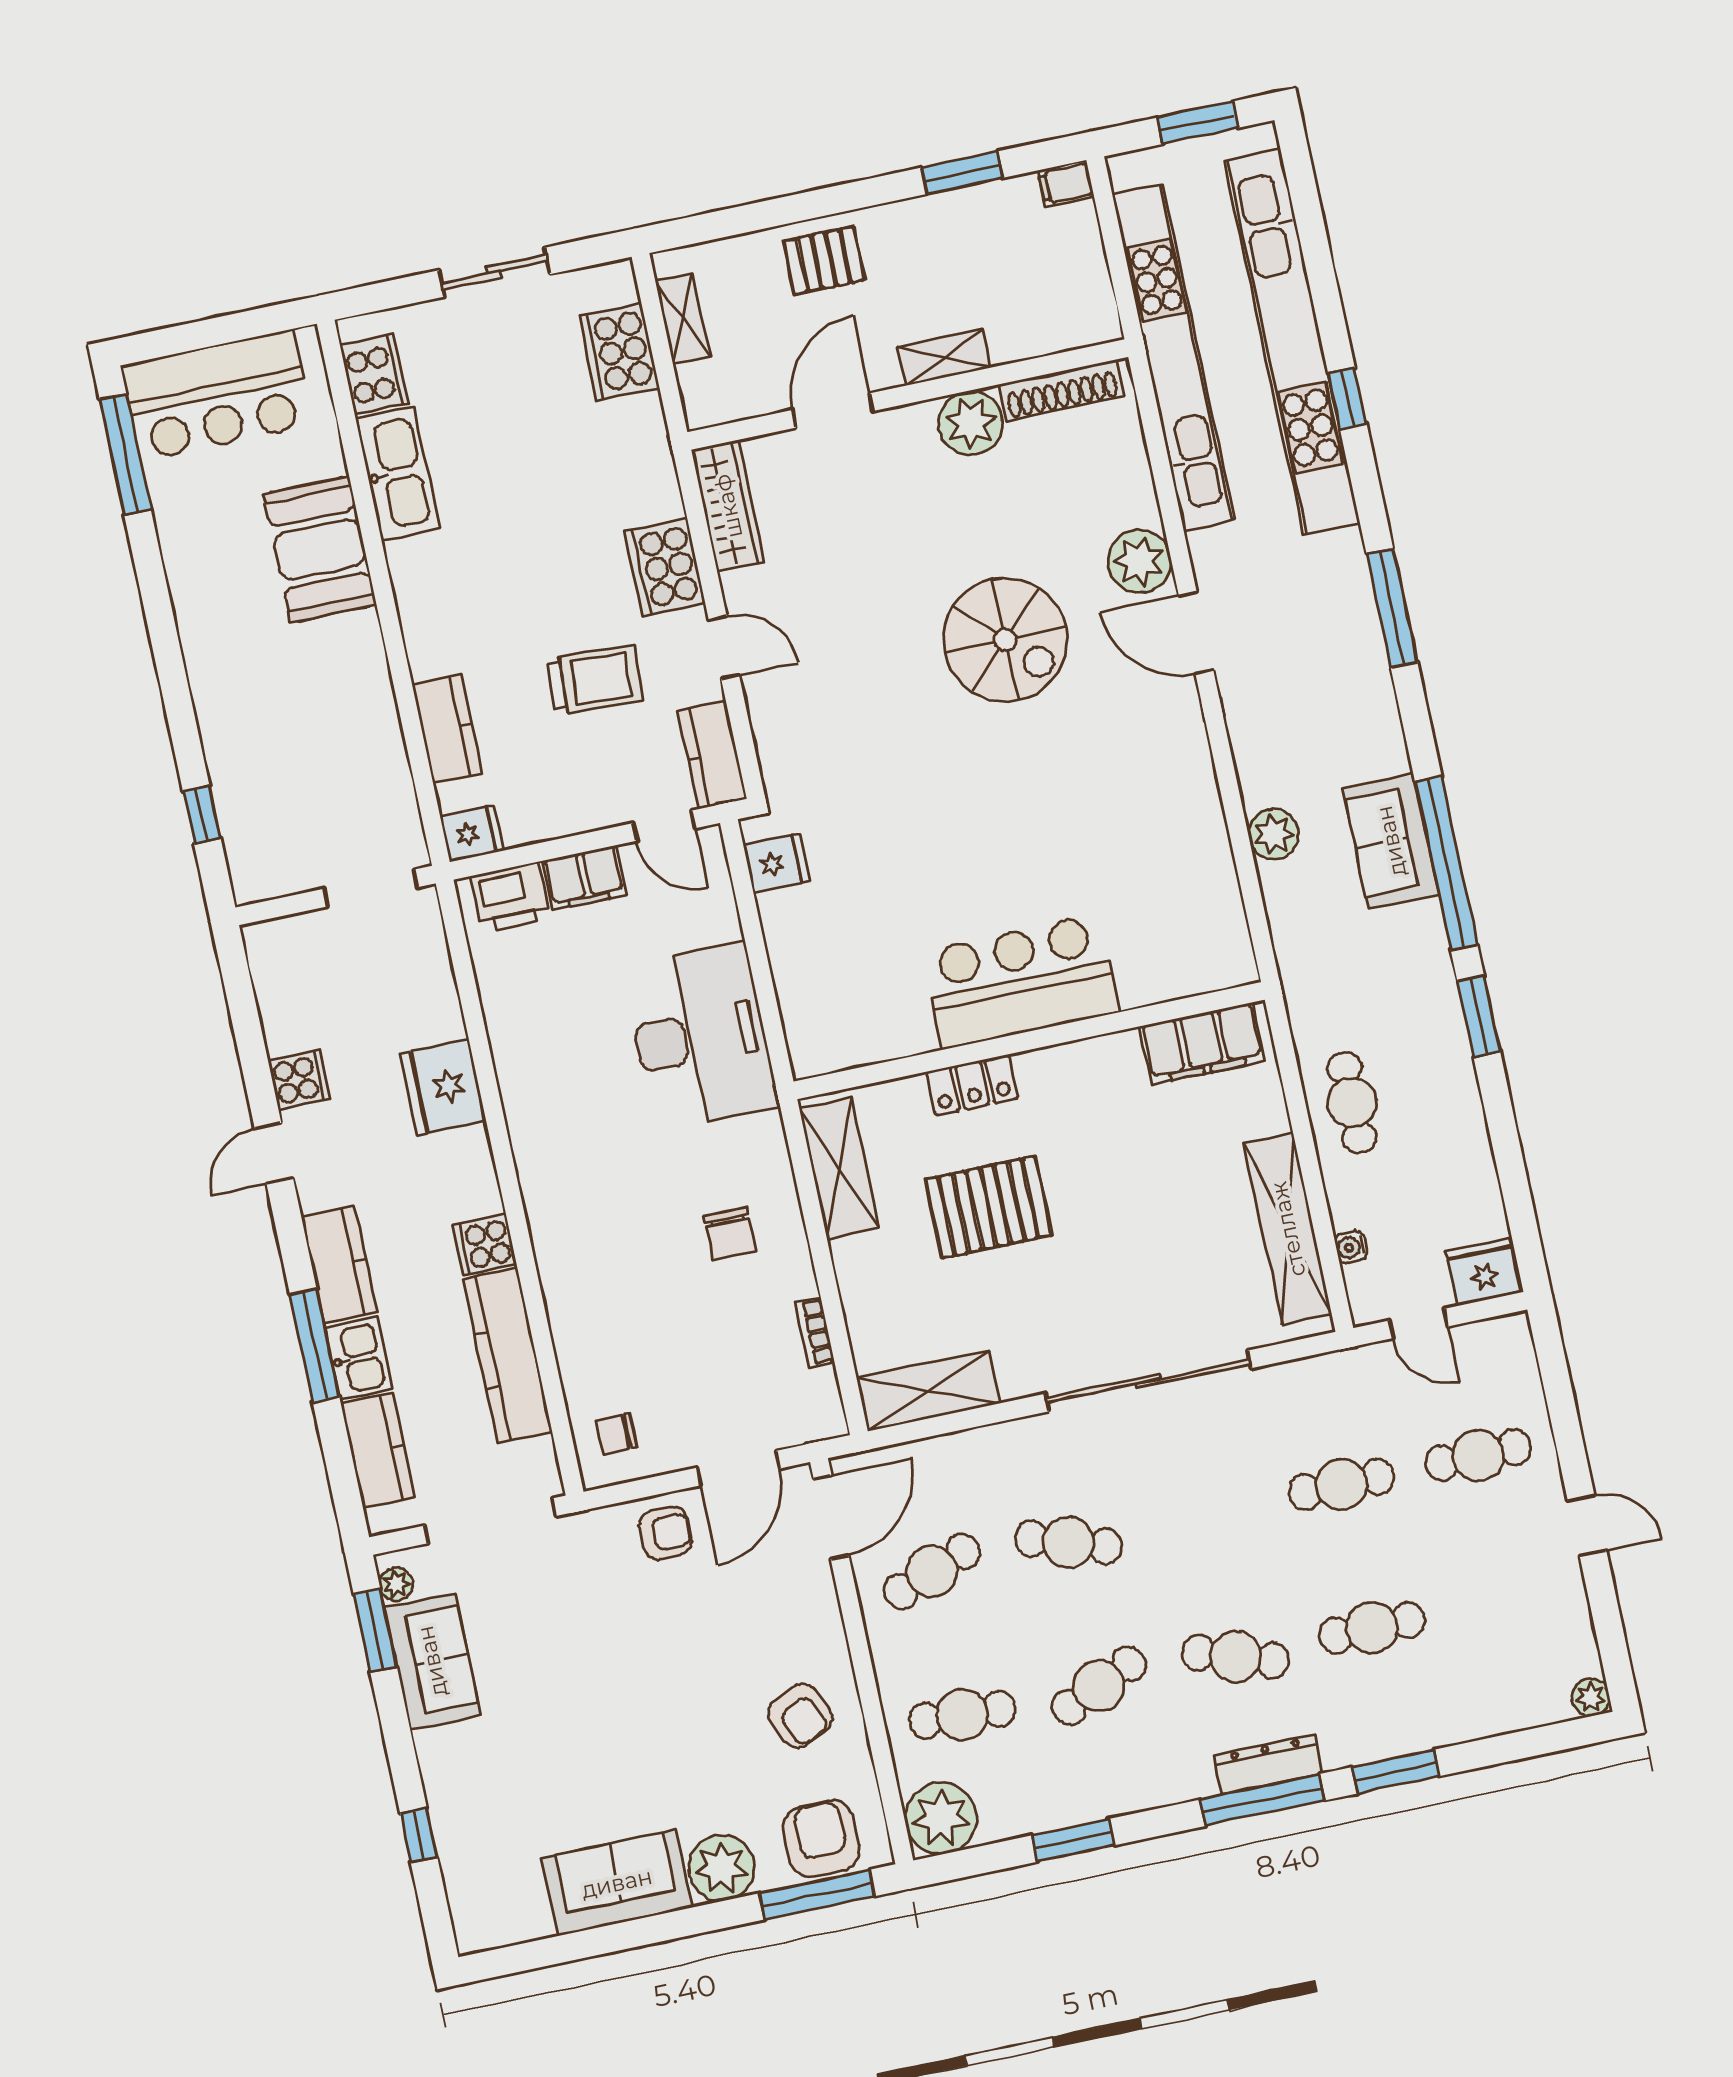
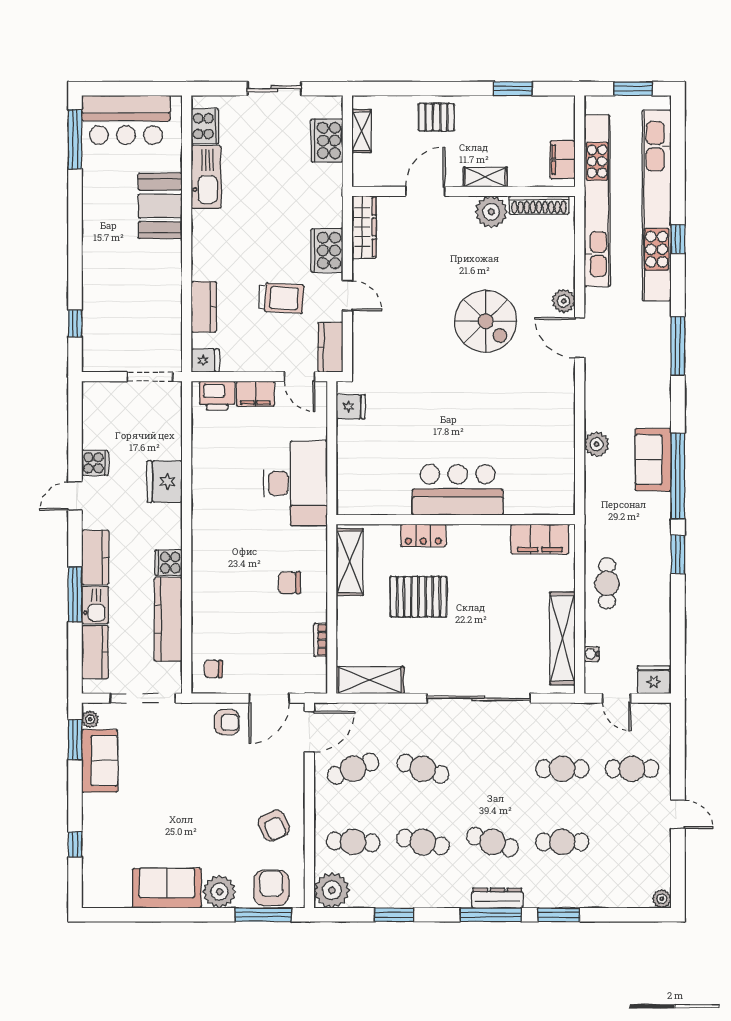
filing cabinet: (1066, 184) -> (563, 160), moved, width x2.00
plant: (1139, 561) -> (564, 301), width x0.73, depth x0.73
chair: (730, 1234) -> (289, 583), turned 90
cafe table: (1099, 1686) -> (423, 842), turned 36

